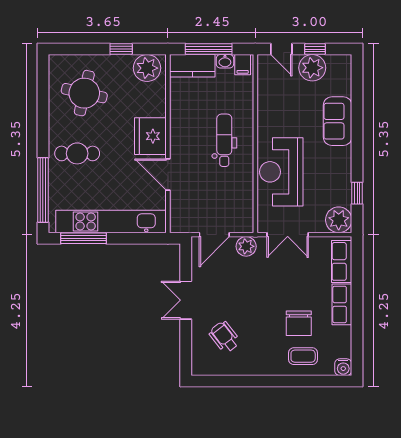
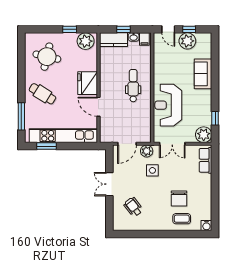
window: (209, 49) -> (123, 29), width x0.46
cafe table: (77, 153) -> (42, 94), turned 32
window: (43, 190) -> (21, 116), width x0.68
window: (84, 238) -> (46, 146), width x0.69
side table: (255, 278) -> (152, 170), added
row of seats: (342, 304) -> (206, 187), removed

